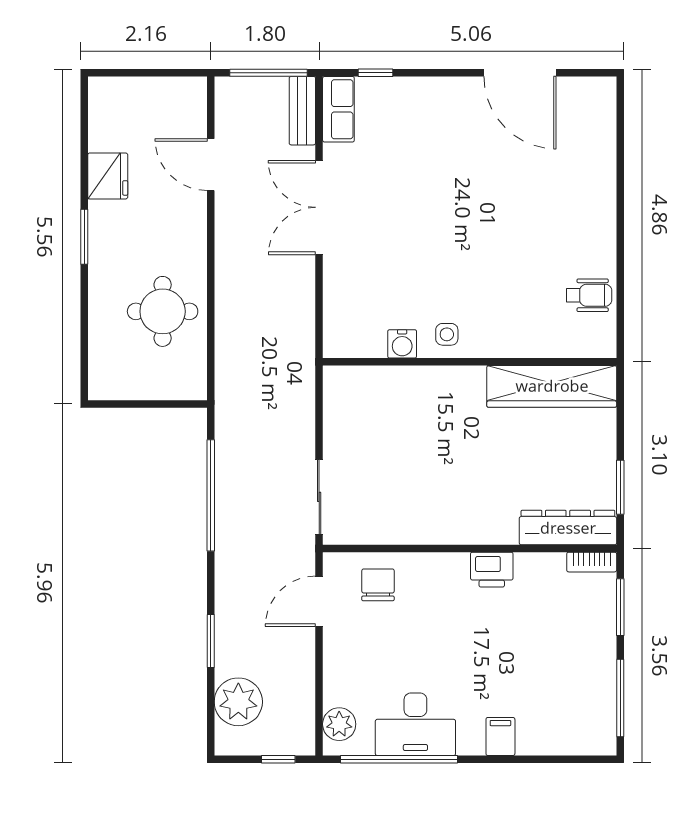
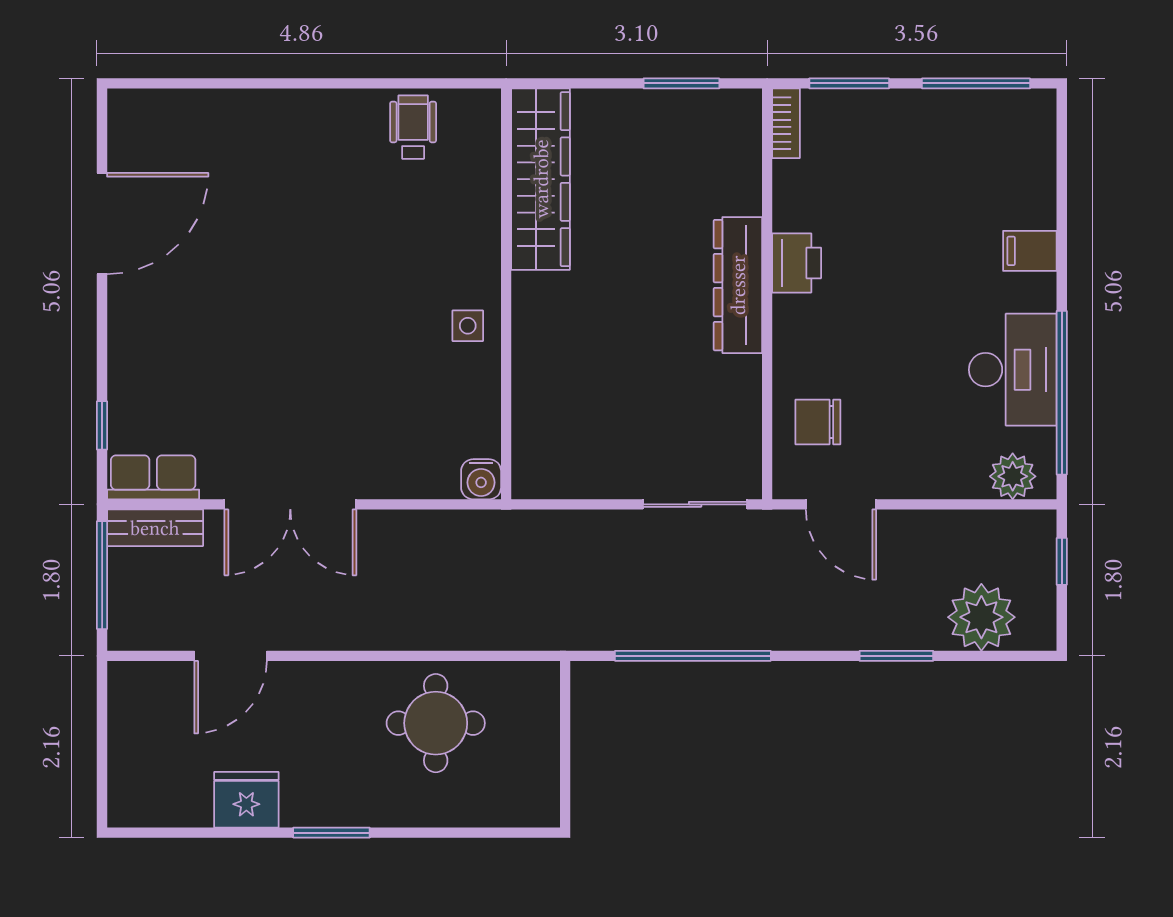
water cooler: (402, 344) -> (481, 479), moved, turned 90
dresser: (568, 528) -> (738, 285), moved

